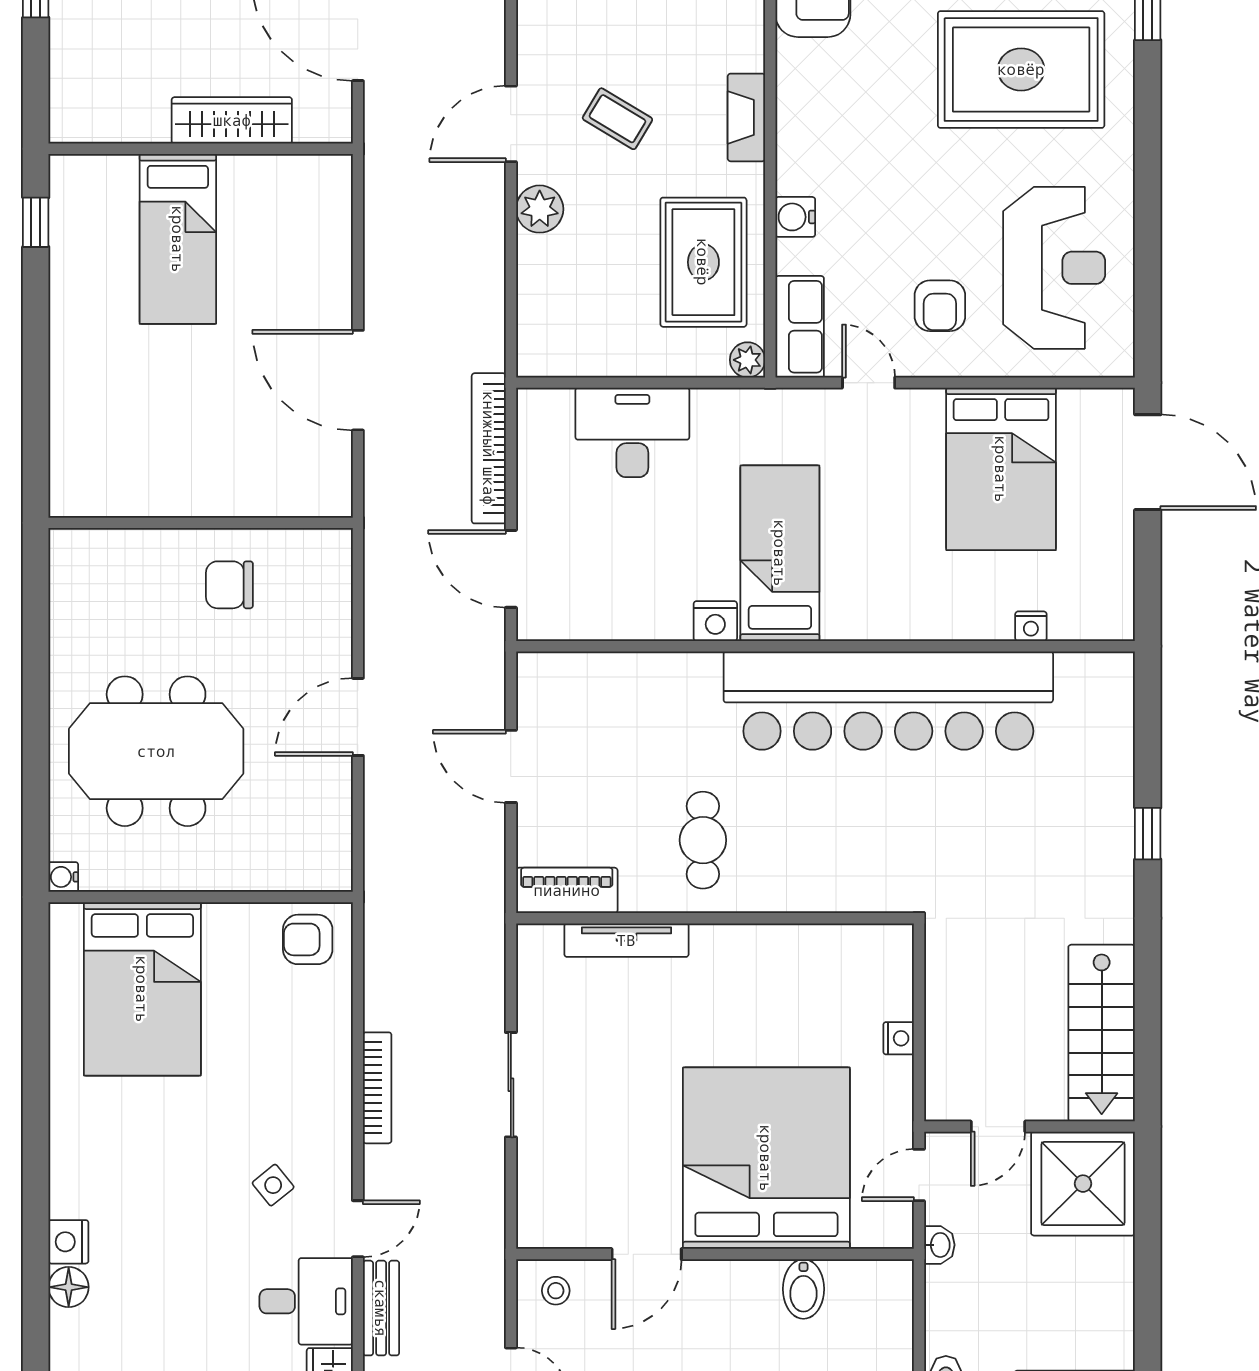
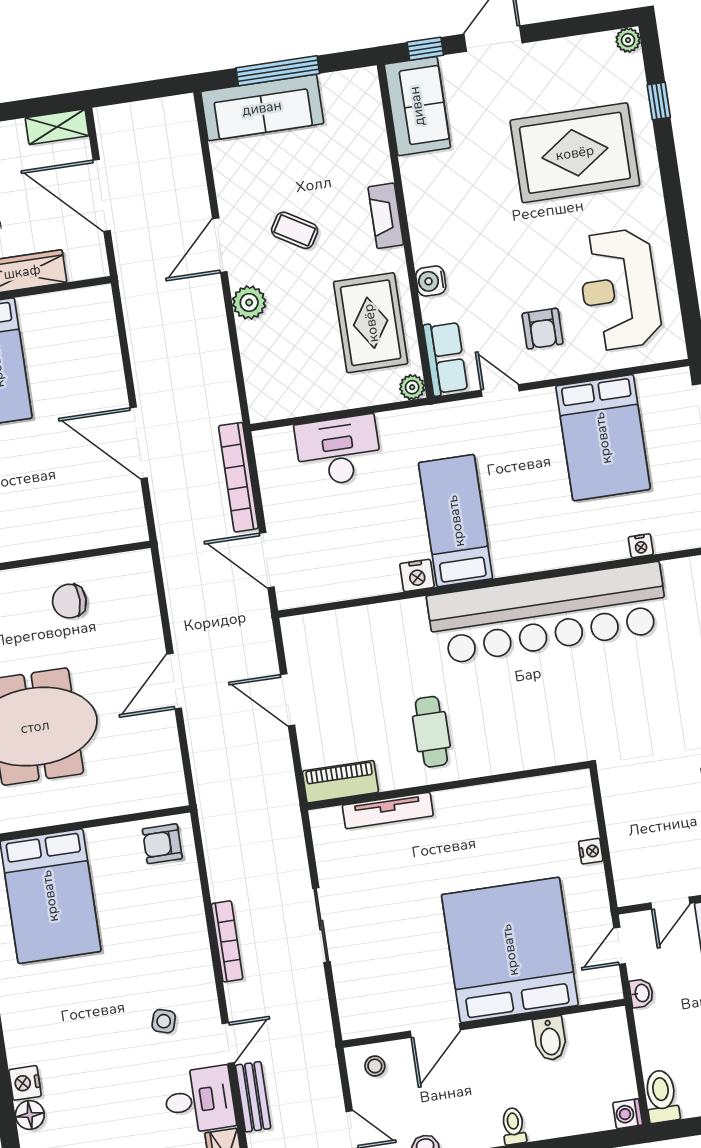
reception desk: (1054, 268) -> (619, 290), turned 180
side table: (273, 1185) -> (164, 1021), turned -34

